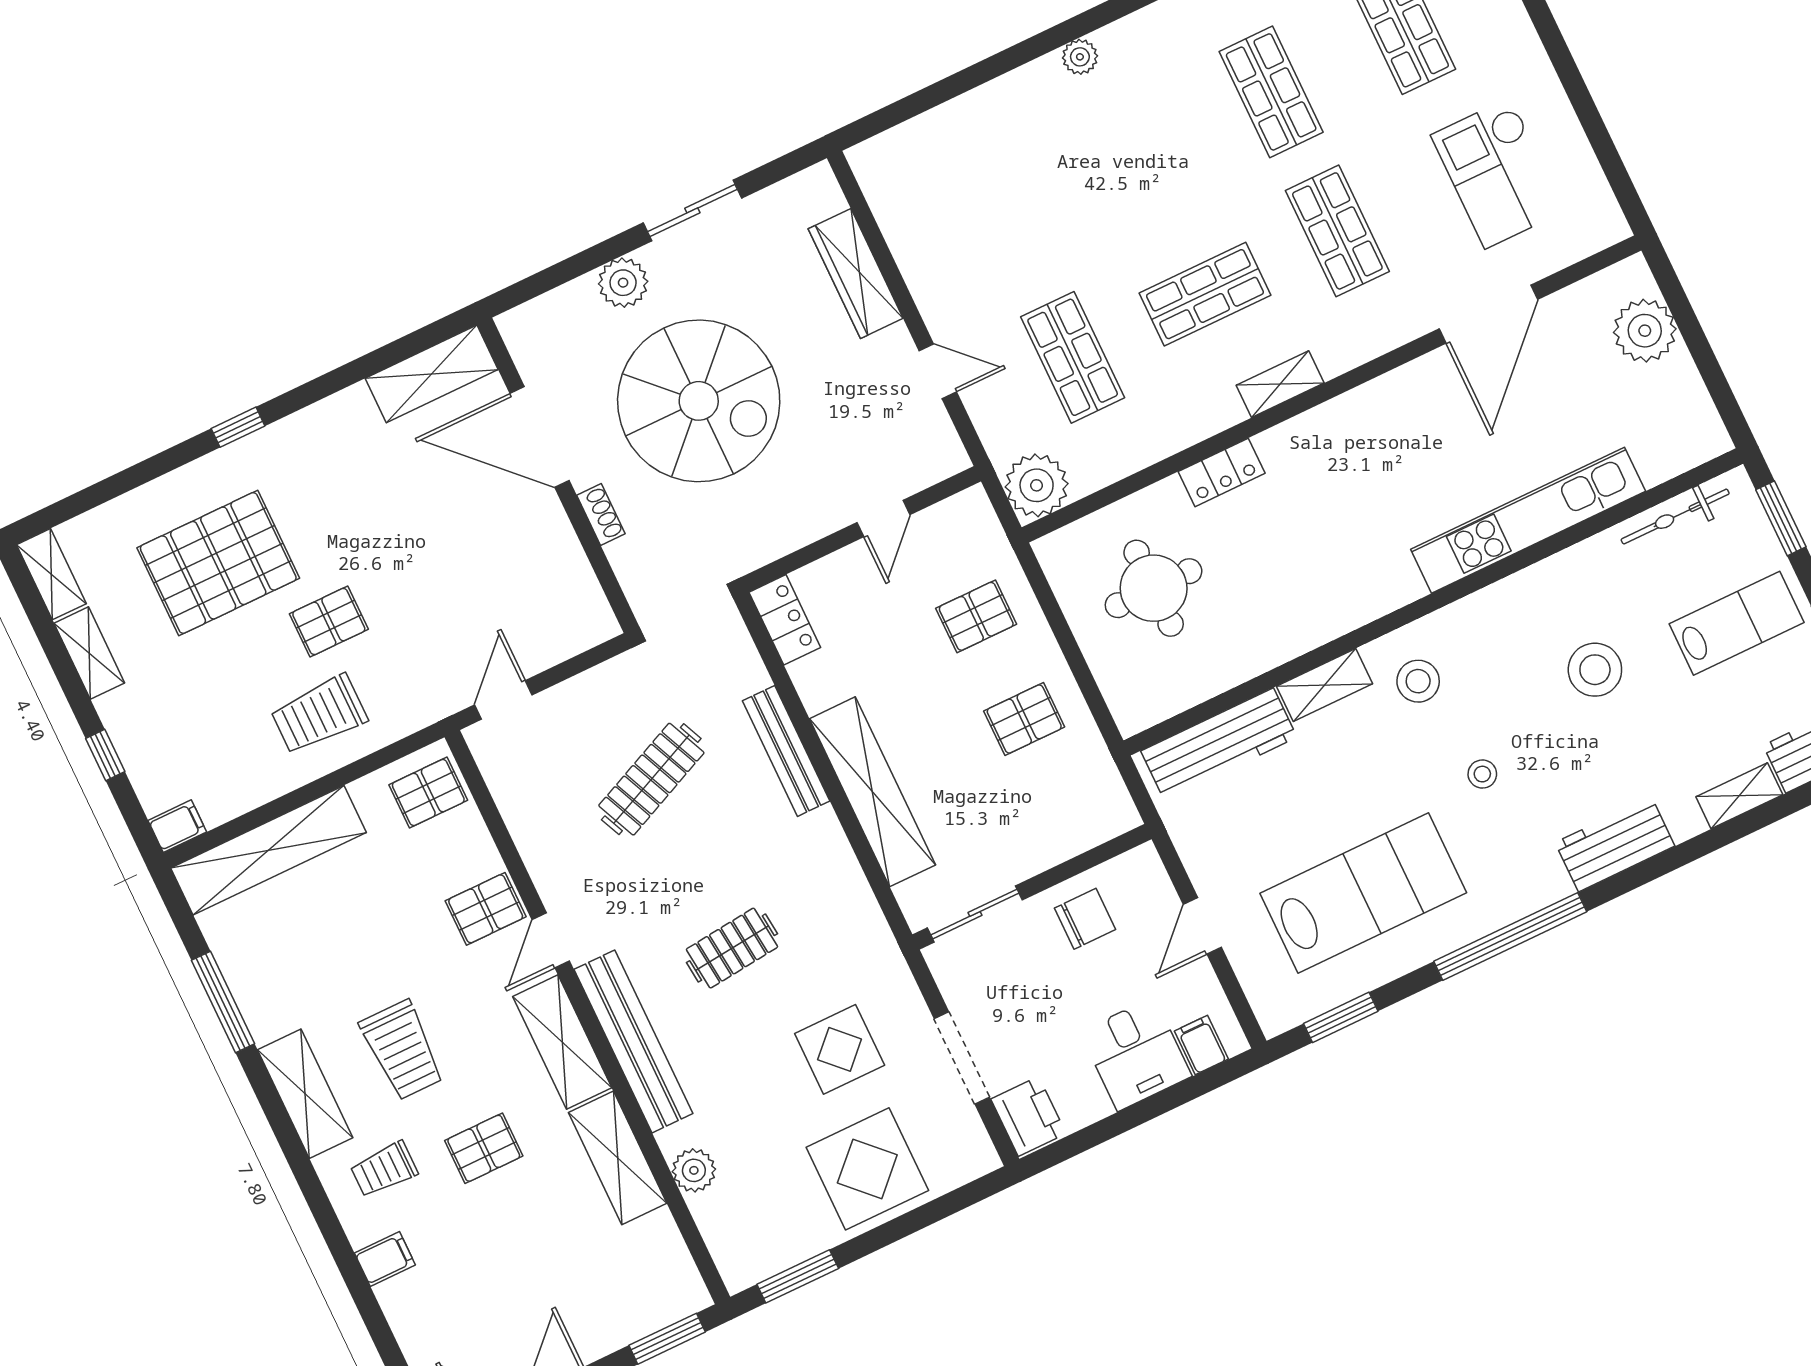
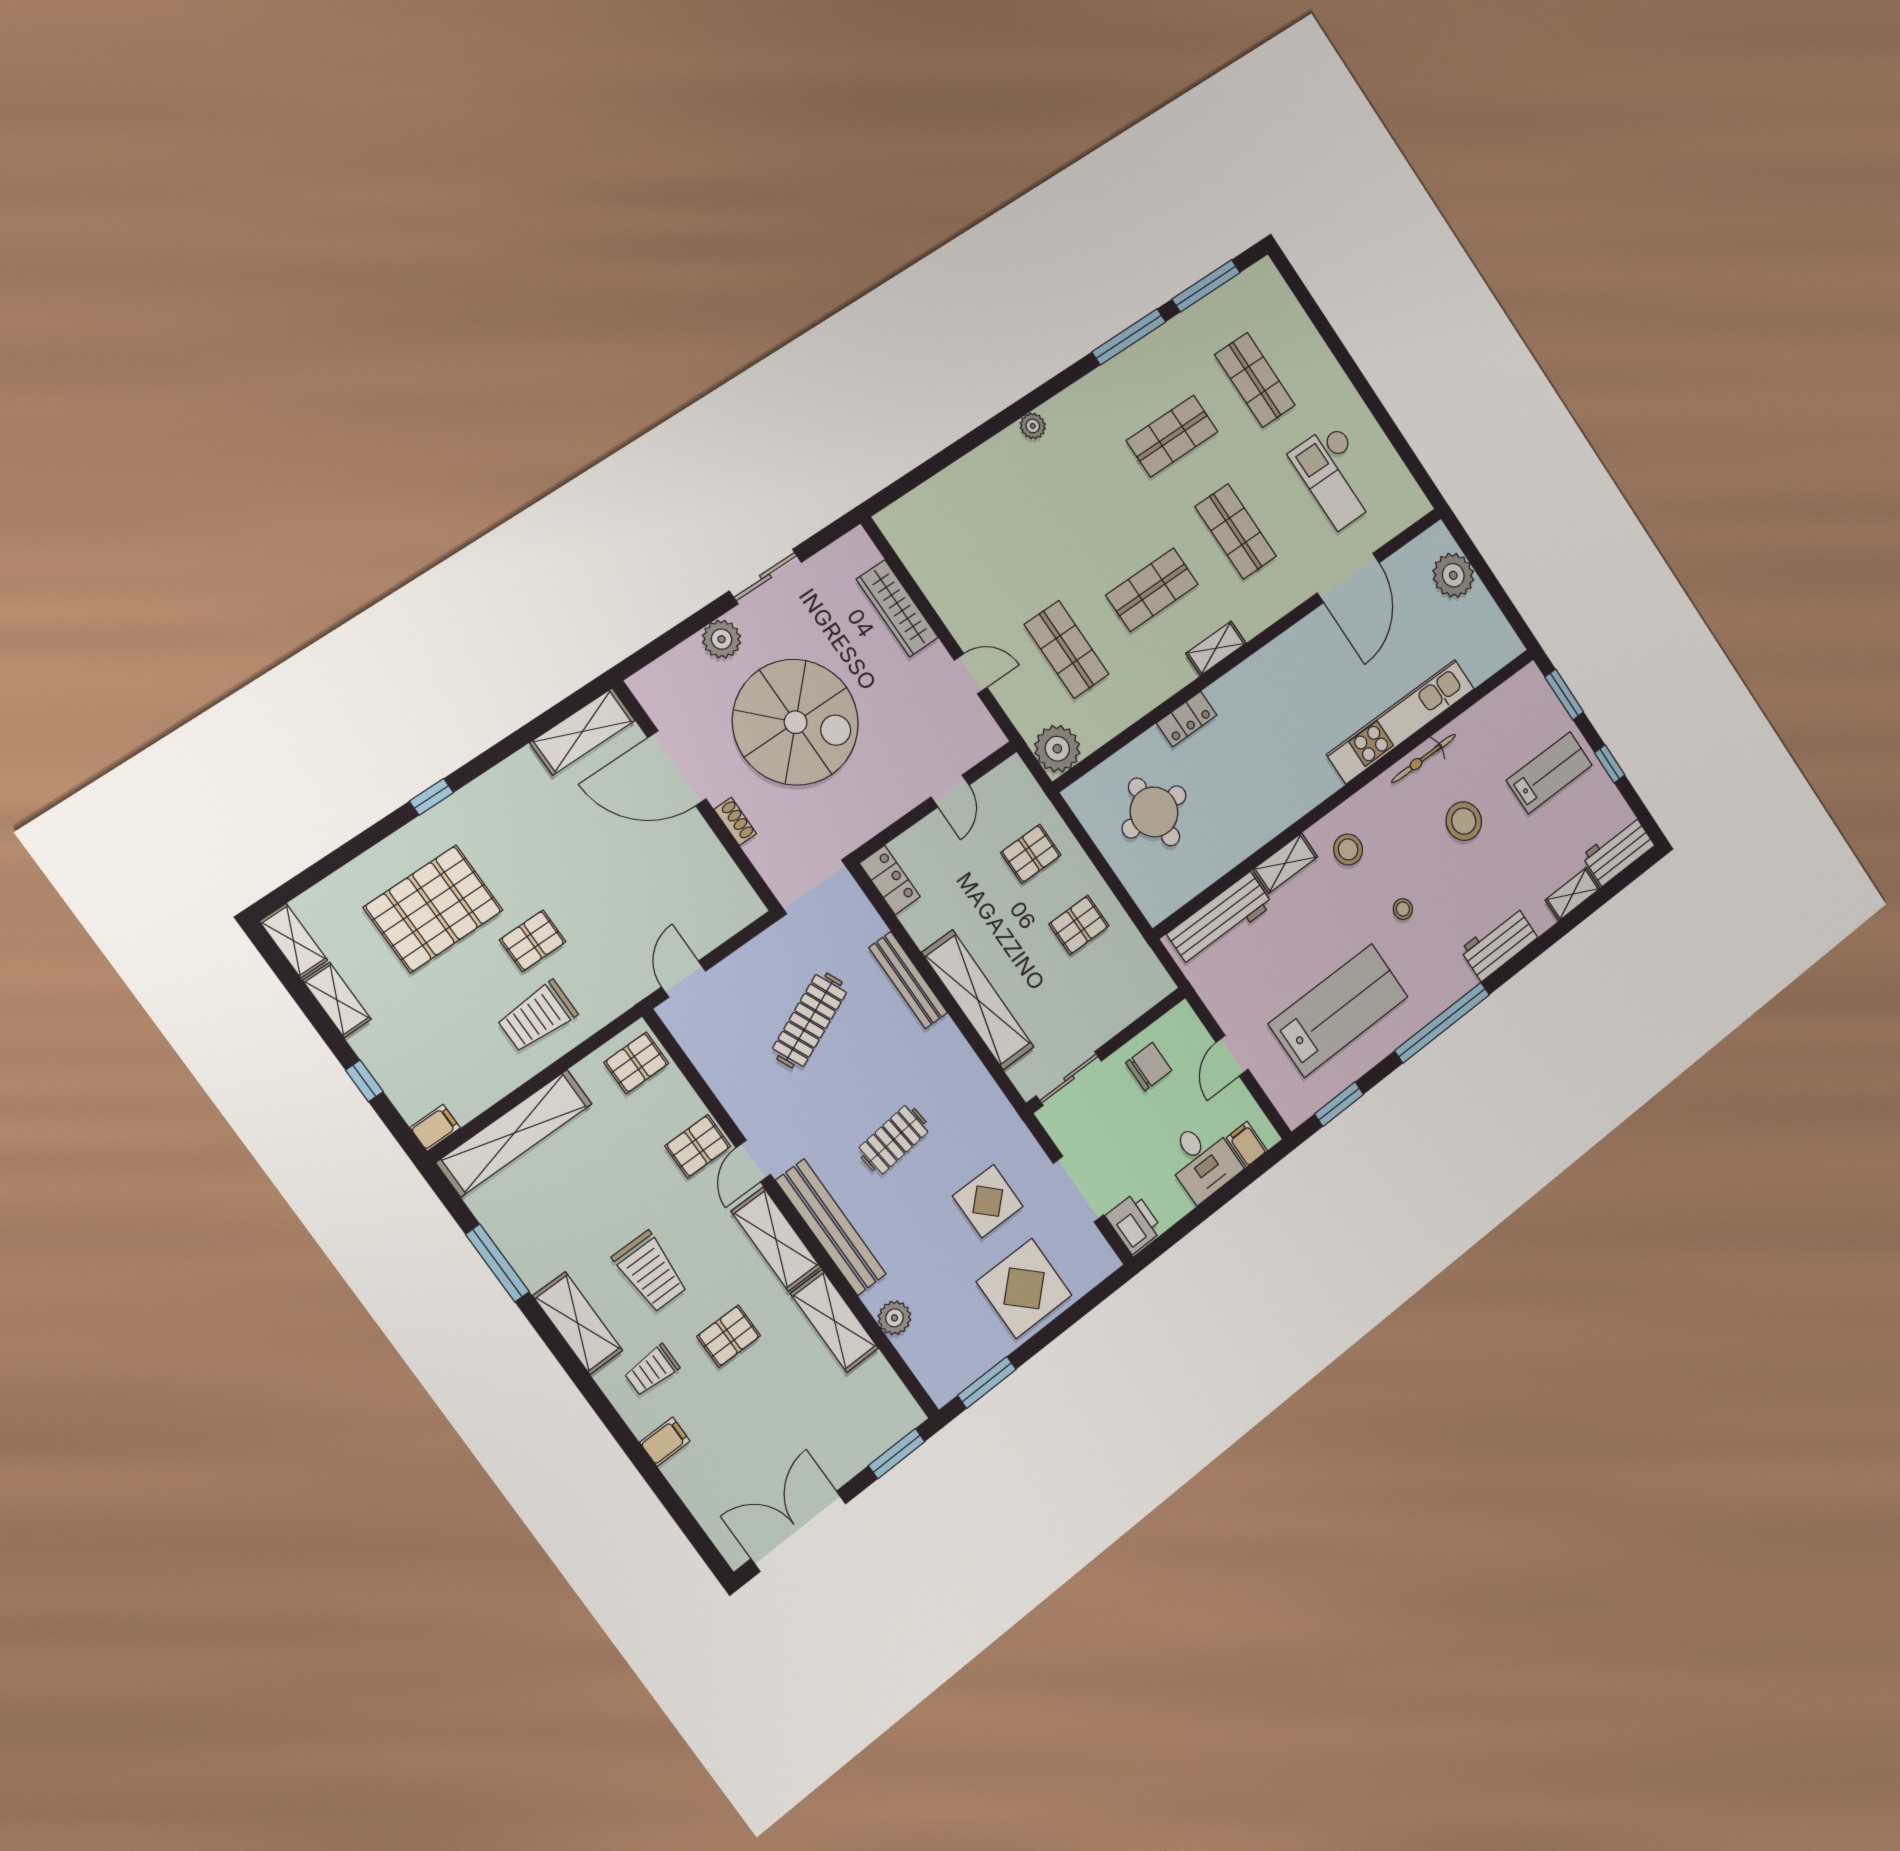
shop shelf: (1271, 92) -> (1172, 436), turned 90
bicycle: (1675, 517) -> (1424, 758), moved

